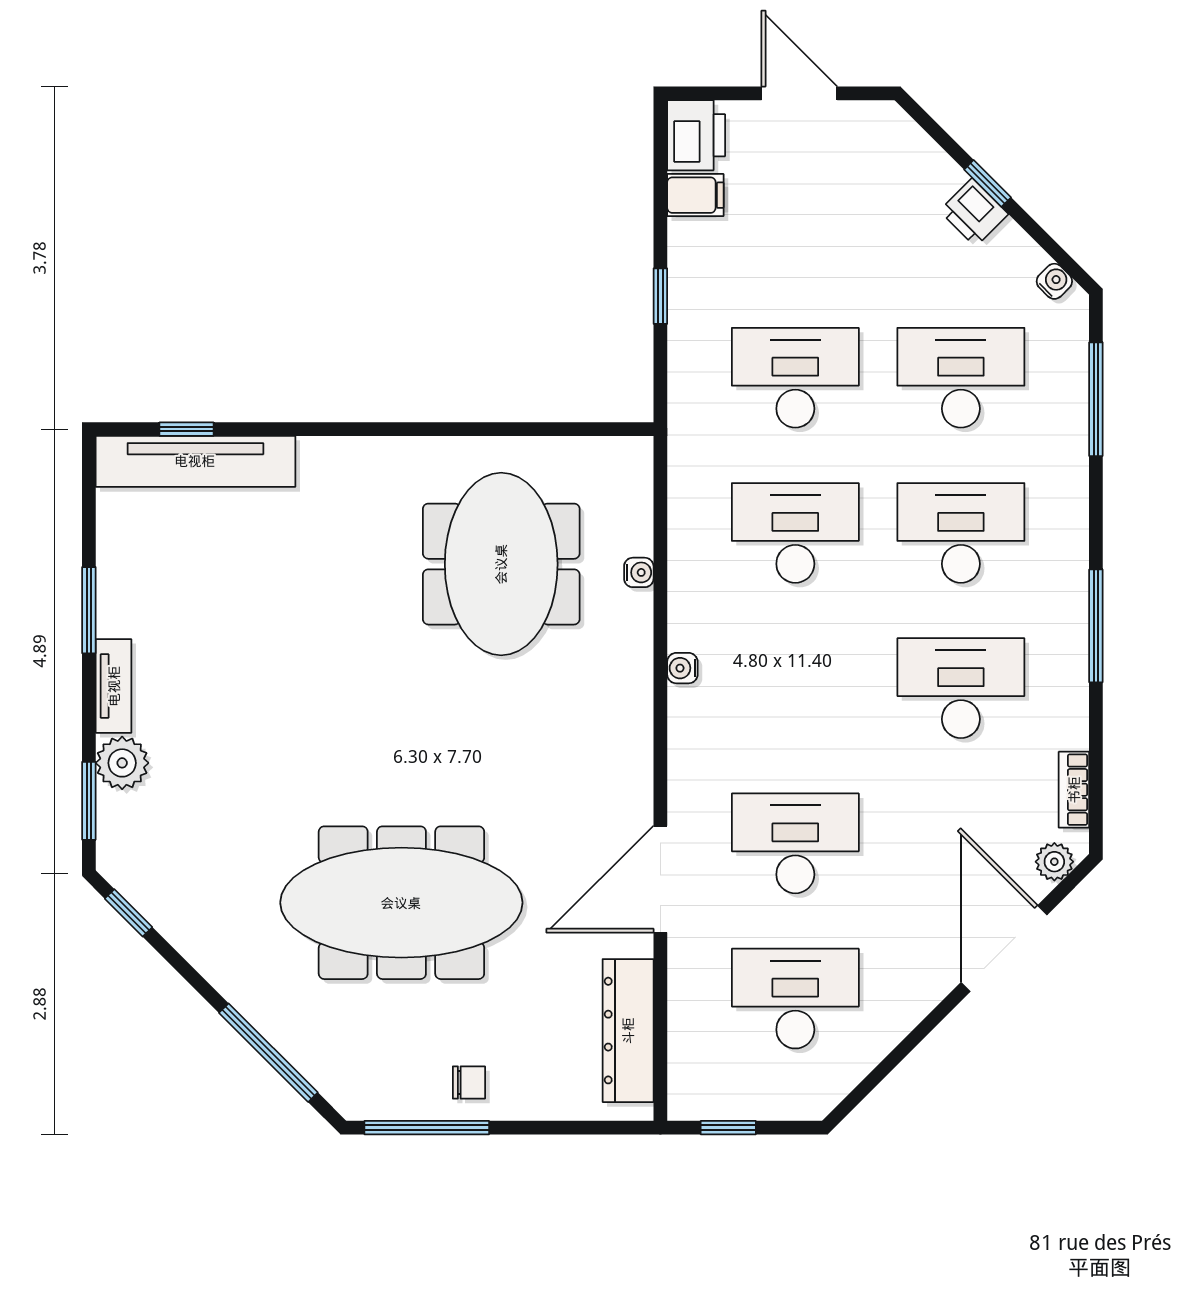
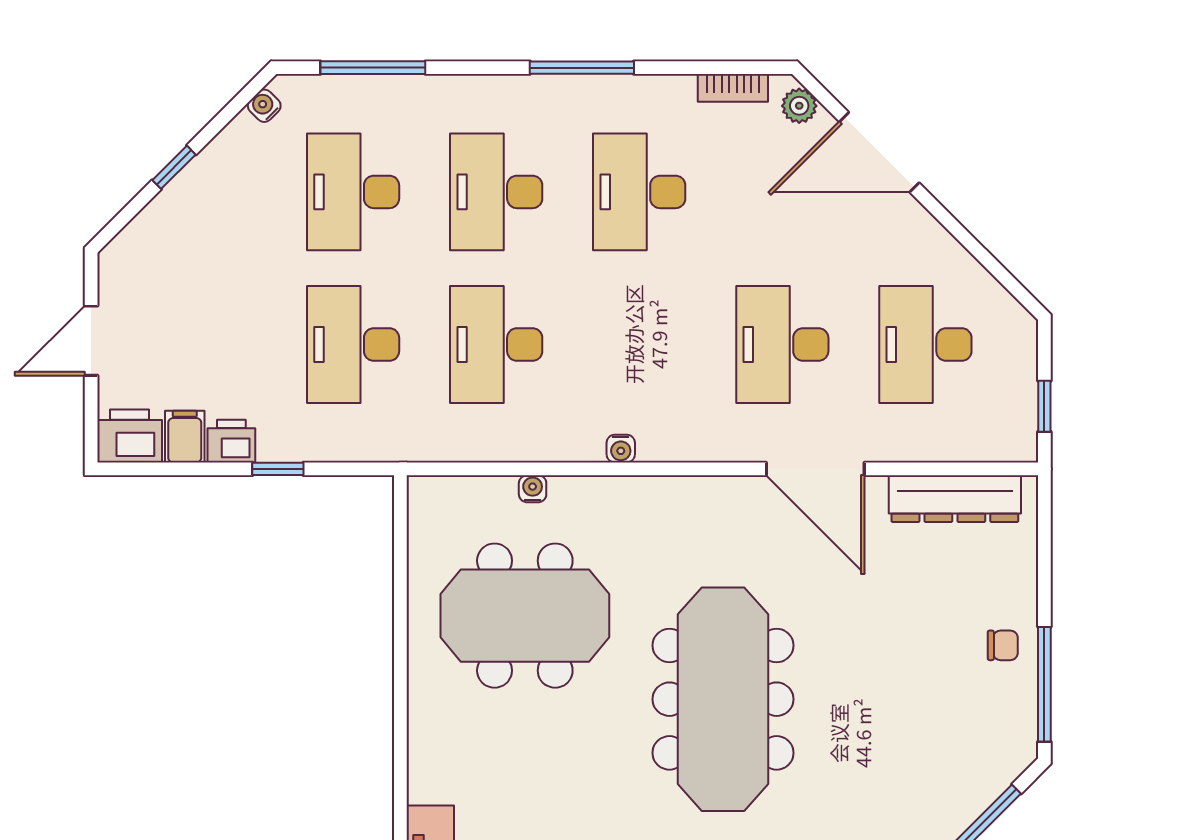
printer: (974, 212) -> (231, 441), moved, turned -135
meeting table: (401, 903) -> (723, 699), moved
chair: (469, 1082) -> (1003, 645), turned 90

